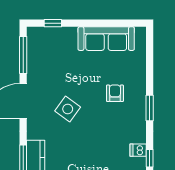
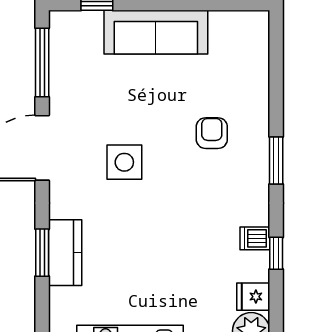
sofa: (106, 39) -> (156, 32), moved
side table: (68, 109) -> (124, 162), turned -36

